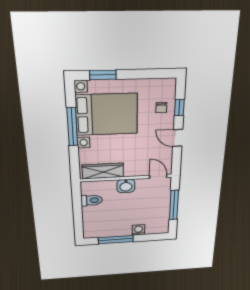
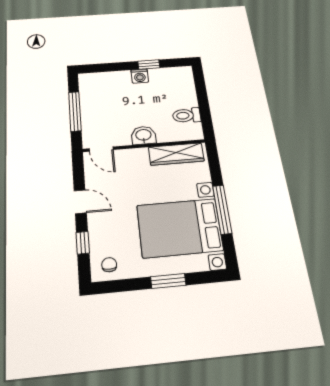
window: (103, 75) -> (168, 281), moved
chair: (161, 108) -> (109, 265), moved
washing machine: (138, 230) -> (140, 76), moved
window: (116, 240) -> (149, 65), width x0.46

